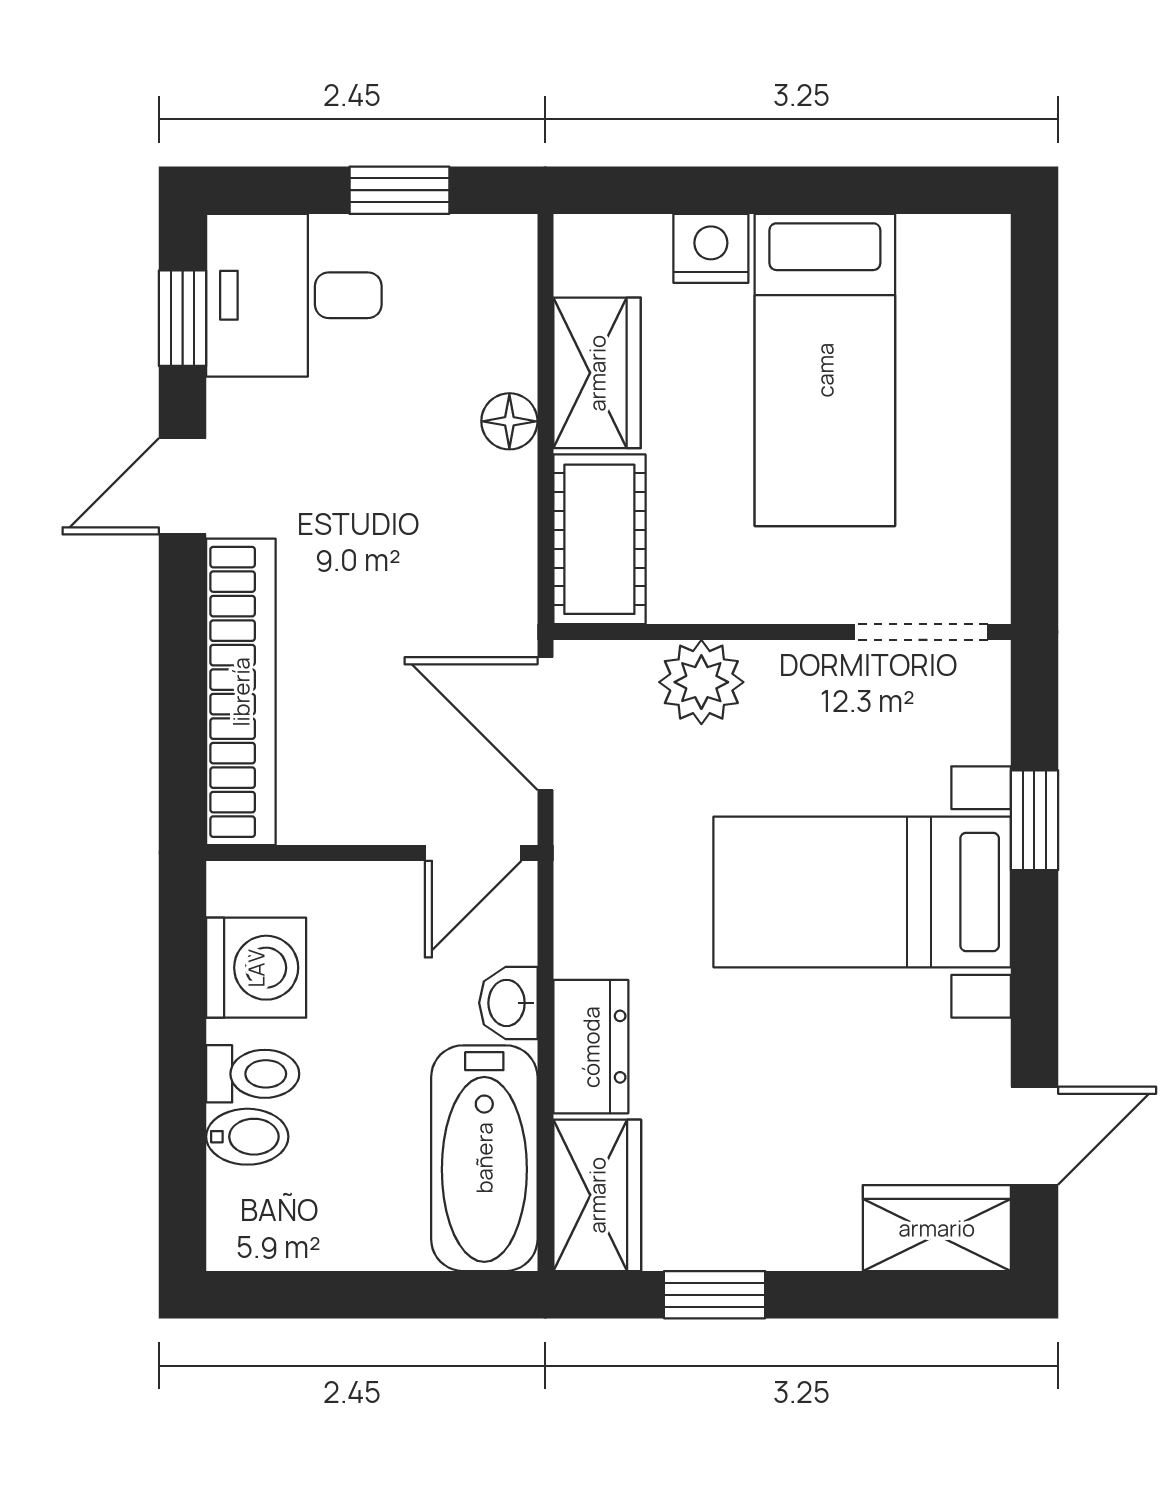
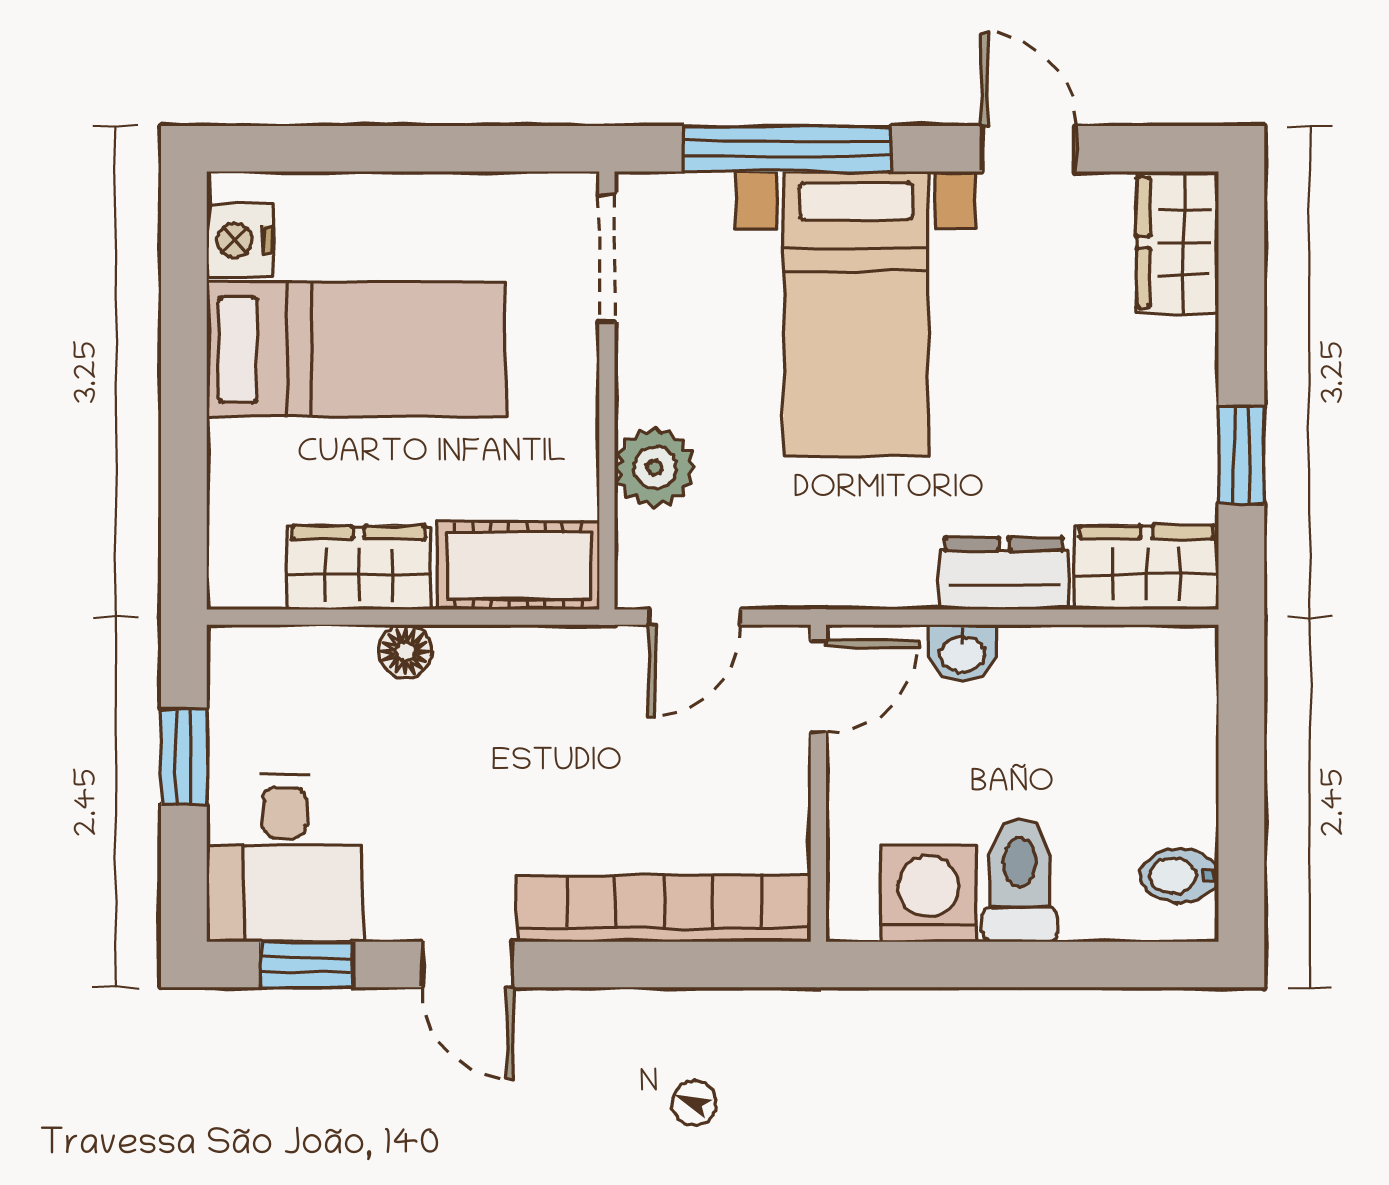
nightstand: (711, 248) -> (240, 240), moved
door: (545, 724) -> (695, 617), width x0.73
window: (1034, 820) -> (787, 149), width x2.17
door: (473, 853) -> (818, 686), hinge flipped
toilet: (253, 1074) -> (1020, 880), width x1.37, depth x1.39
door: (1034, 1136) -> (1029, 149), moved
bidet: (247, 1137) -> (1179, 876), moved, turned -90
bathtub: (484, 1158) -> (1111, 676), removed

